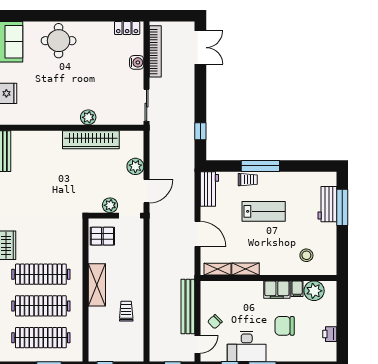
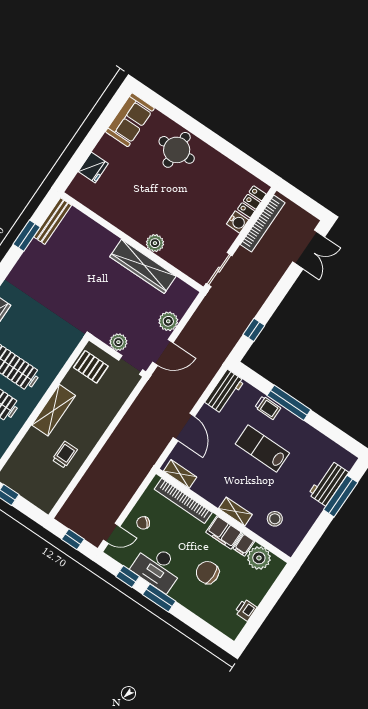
locker: (127, 28) -> (252, 202), moved, turned 90
lab bench: (264, 211) -> (262, 448), turned 180
shelving: (246, 269) -> (235, 511), moved
bookcase: (233, 287) -> (183, 501), added
bench: (188, 306) -> (127, 491), removed

